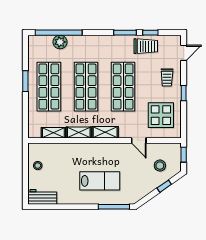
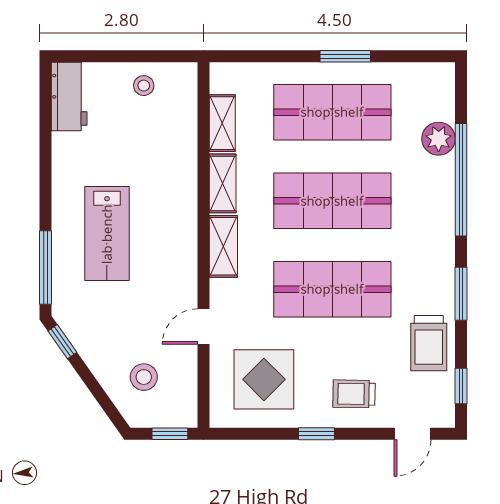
window: (59, 33) -> (461, 180), moved
window: (150, 33) -> (461, 386), moved
door: (184, 53) -> (413, 434), hinge flipped
window: (164, 186) -> (62, 342), moved

